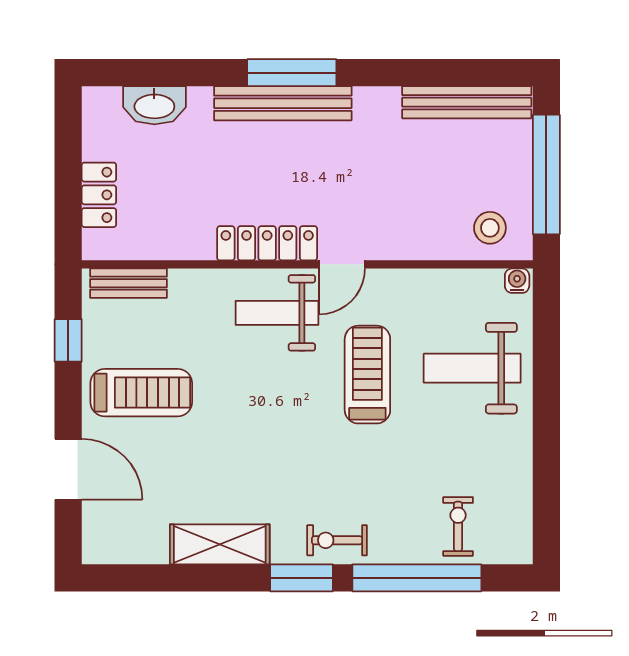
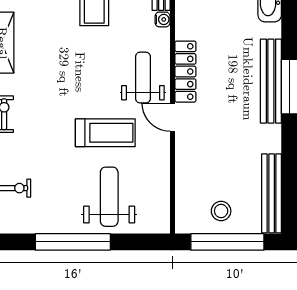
stool: (490, 228) -> (221, 211), moved
water cooler: (517, 281) -> (163, 19), moved
window: (546, 428) -> (73, 242), added

